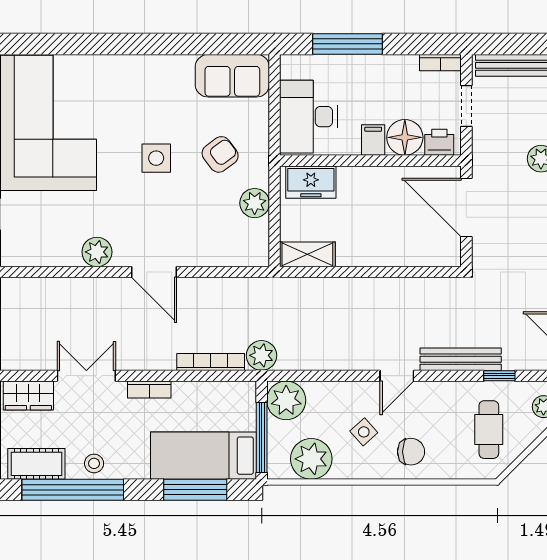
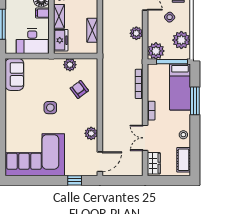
armchair: (220, 154) -> (79, 89), moved
shelving: (366, 178) -> (59, 16), added
shelving: (307, 254) -> (92, 30), moved
door: (154, 272) -> (100, 162), moved
plant: (261, 355) -> (136, 33), moved
window: (73, 490) -> (195, 144), removed
window: (195, 490) -> (195, 101), moved

